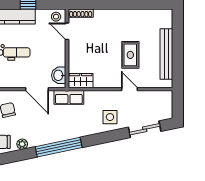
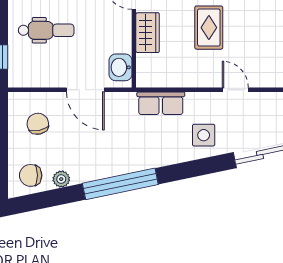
rug: (130, 55) -> (209, 28), moved
wardrobe: (81, 81) -> (148, 33), moved, turned 90
row of seats: (69, 97) -> (161, 103), moved

